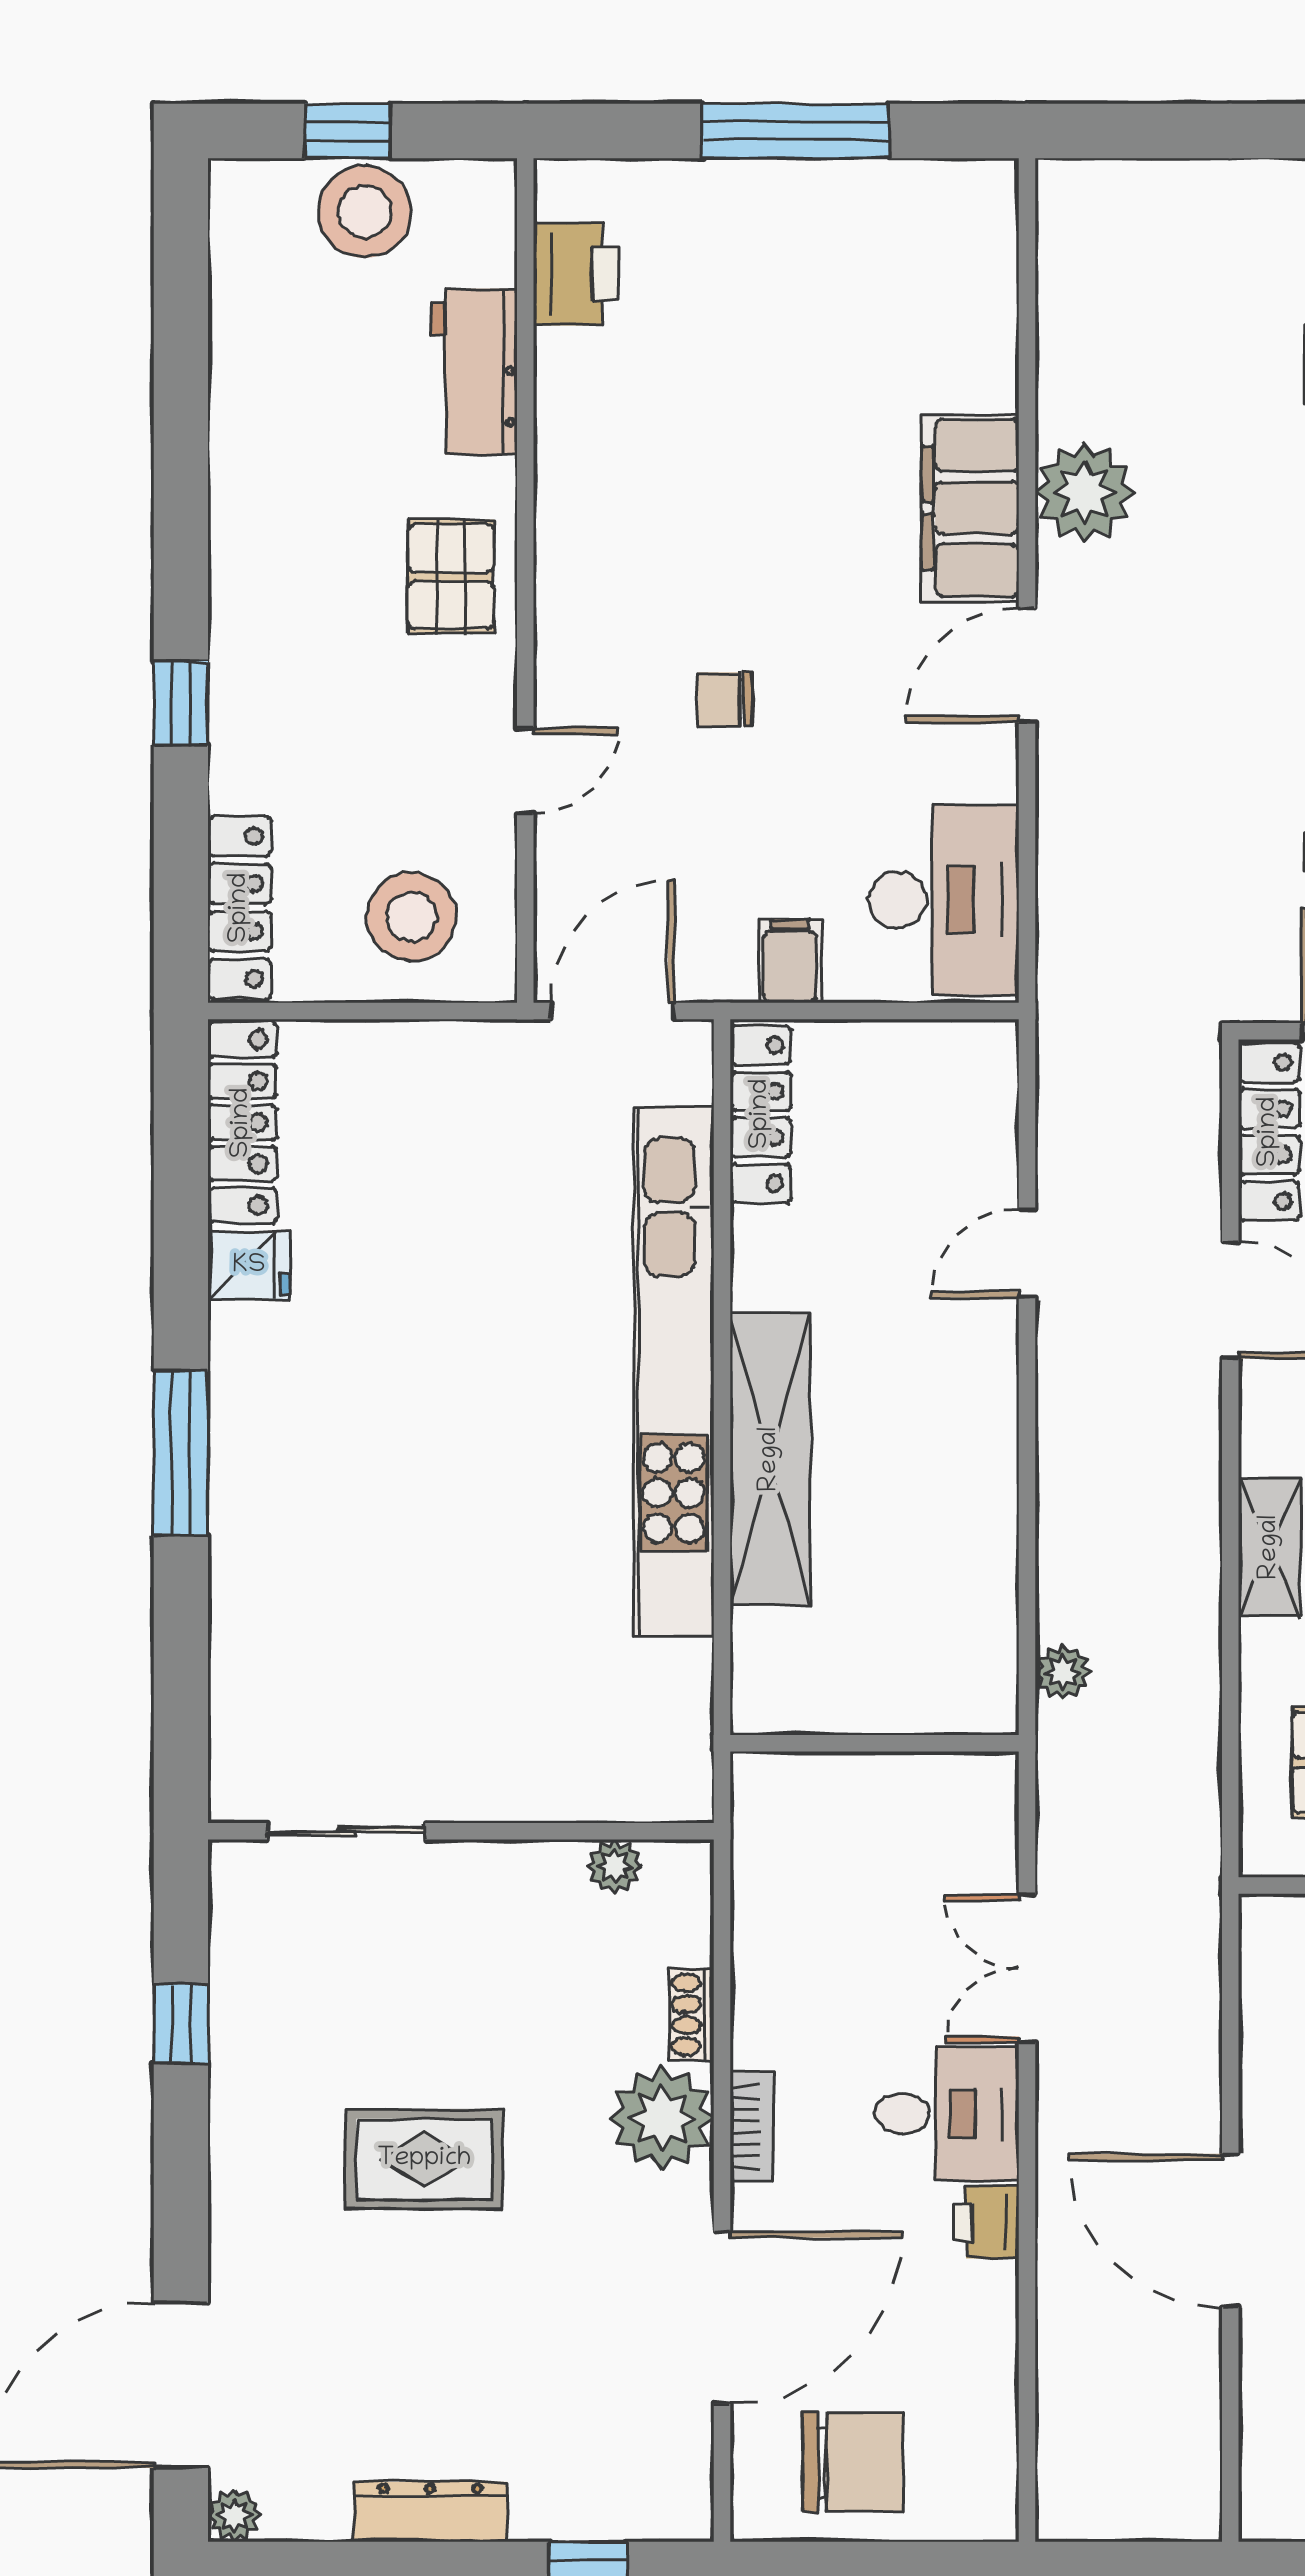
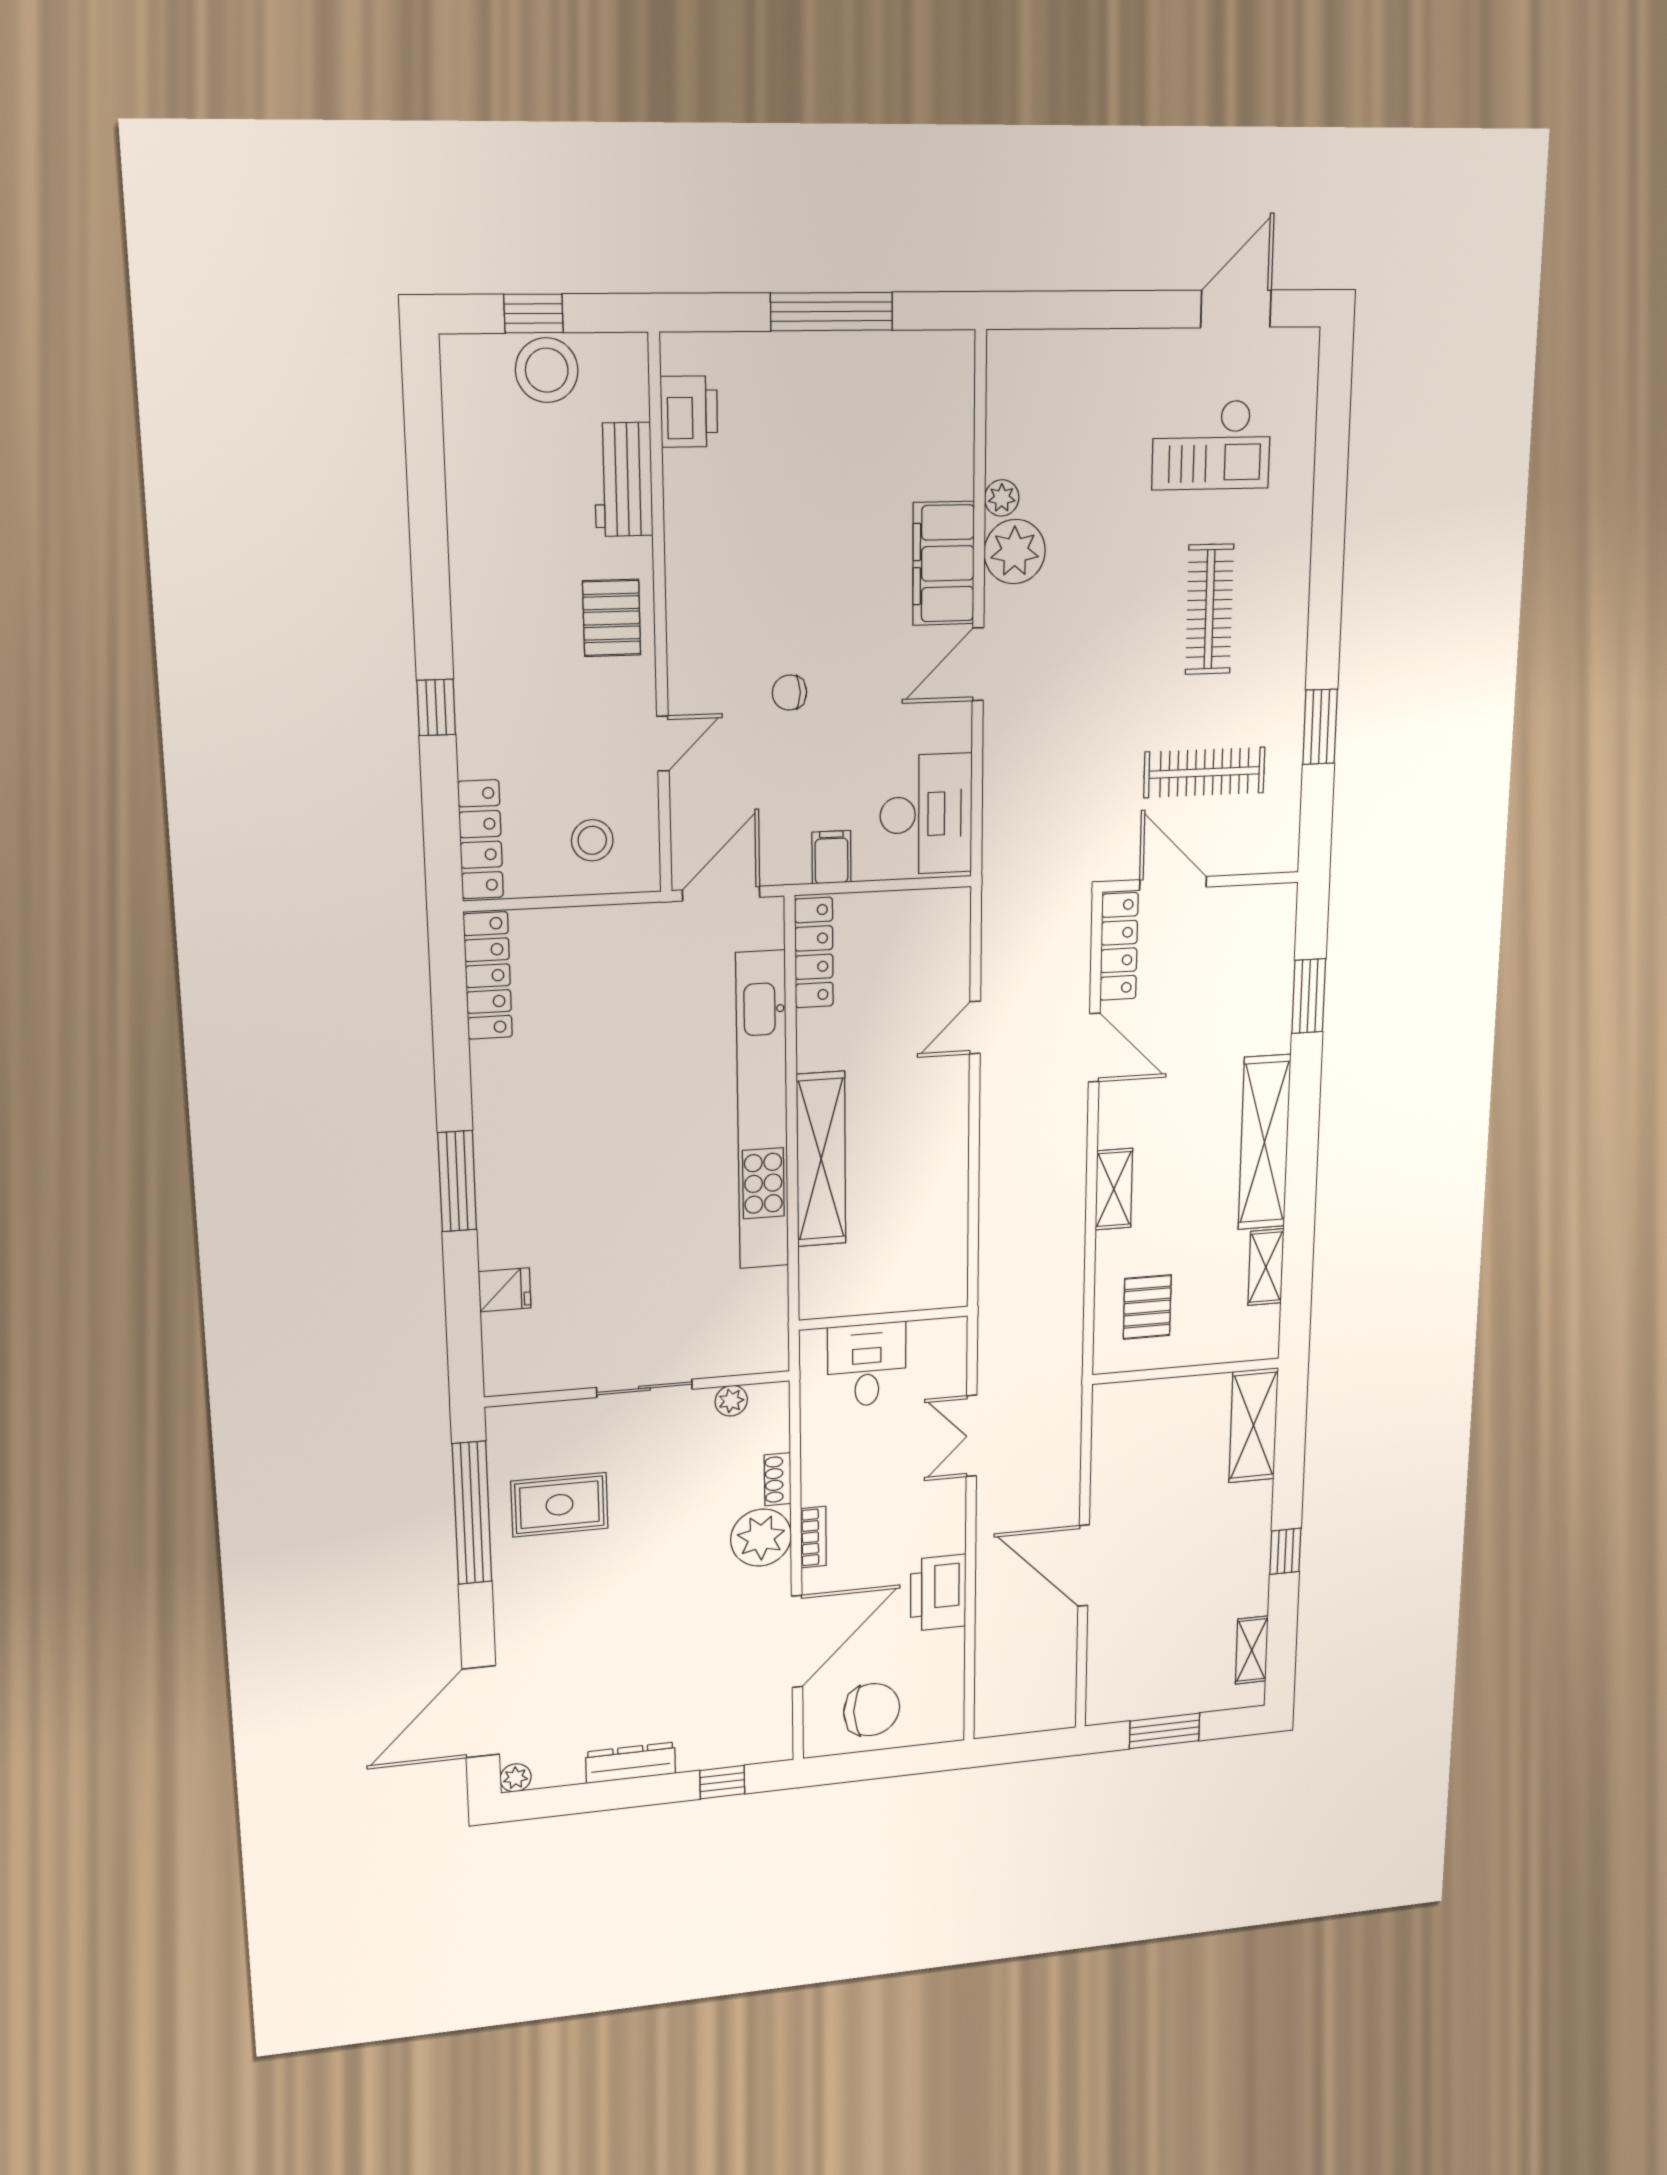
stool: (411, 917) -> (592, 840), width x0.73, depth x0.73
fridge: (249, 1266) -> (505, 1290), moved
plant: (1063, 1673) -> (1002, 498), moved
sliding door: (346, 1831) -> (644, 1388), moved
window: (181, 2024) -> (472, 1513), width x3.17
desk: (947, 2114) -> (867, 1365), moved, turned -90
rug: (424, 2159) -> (559, 1505), moved
printer: (986, 2222) -> (938, 1593), width x1.87, depth x1.48

